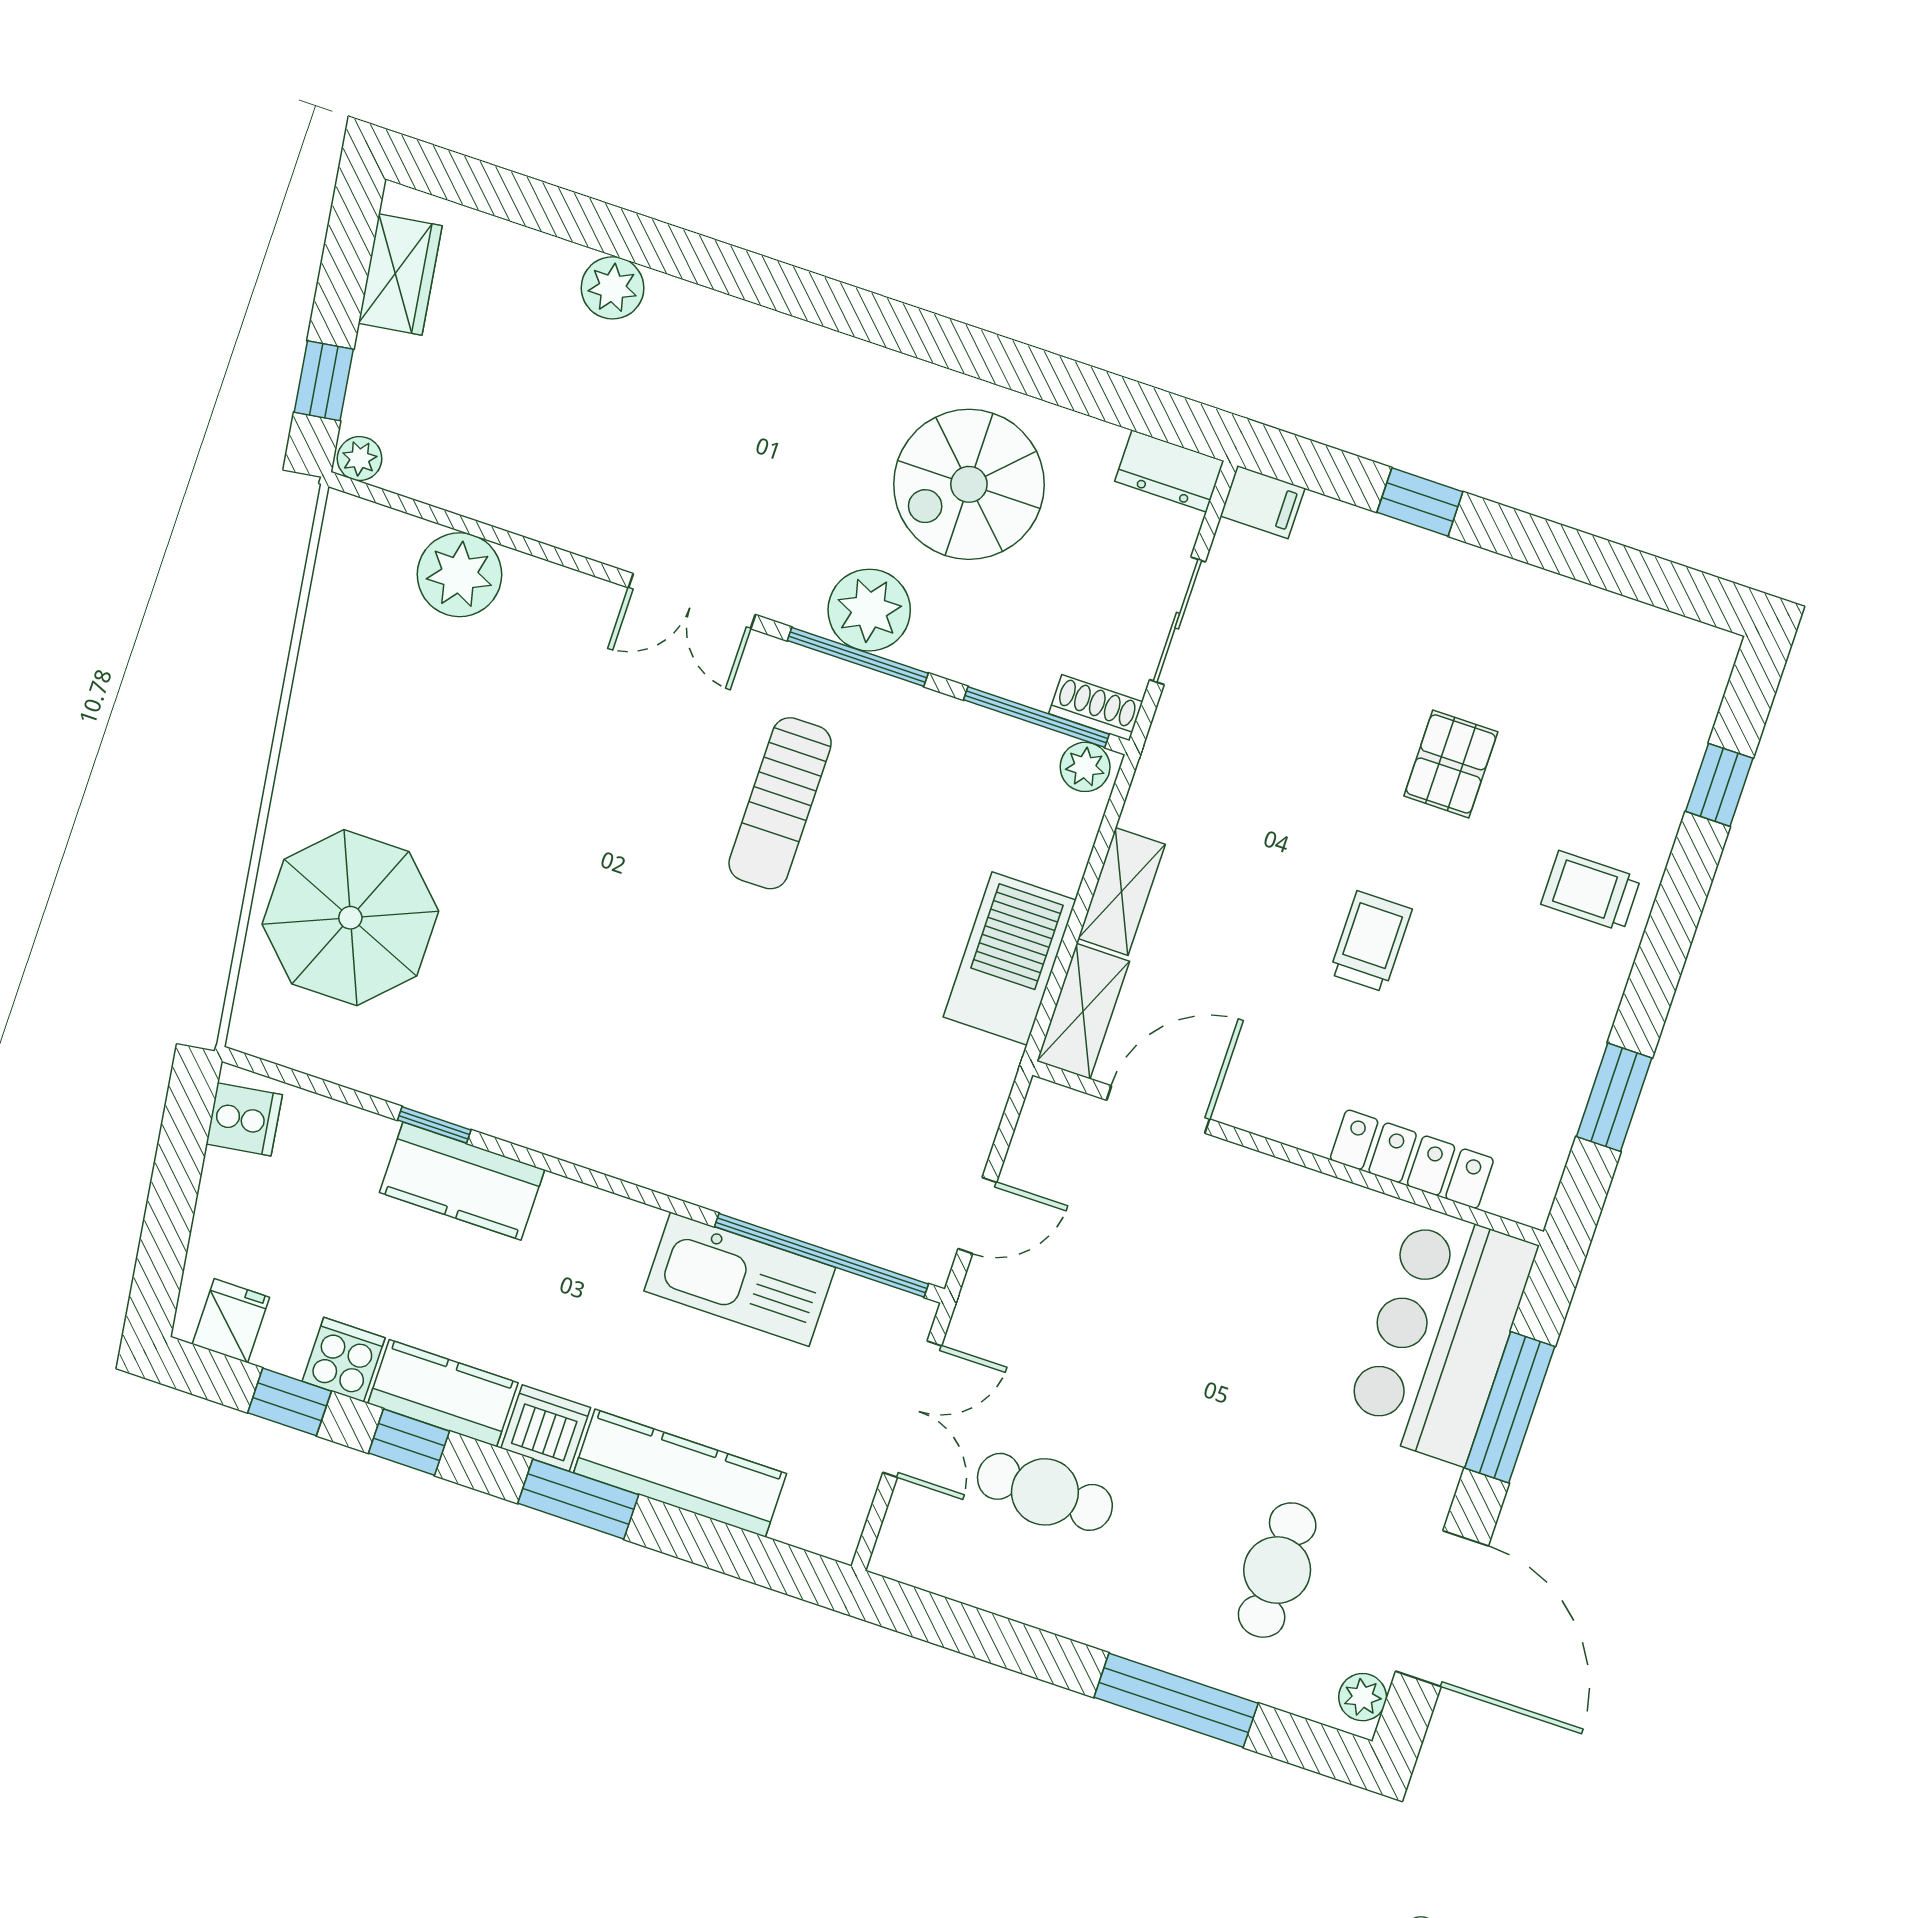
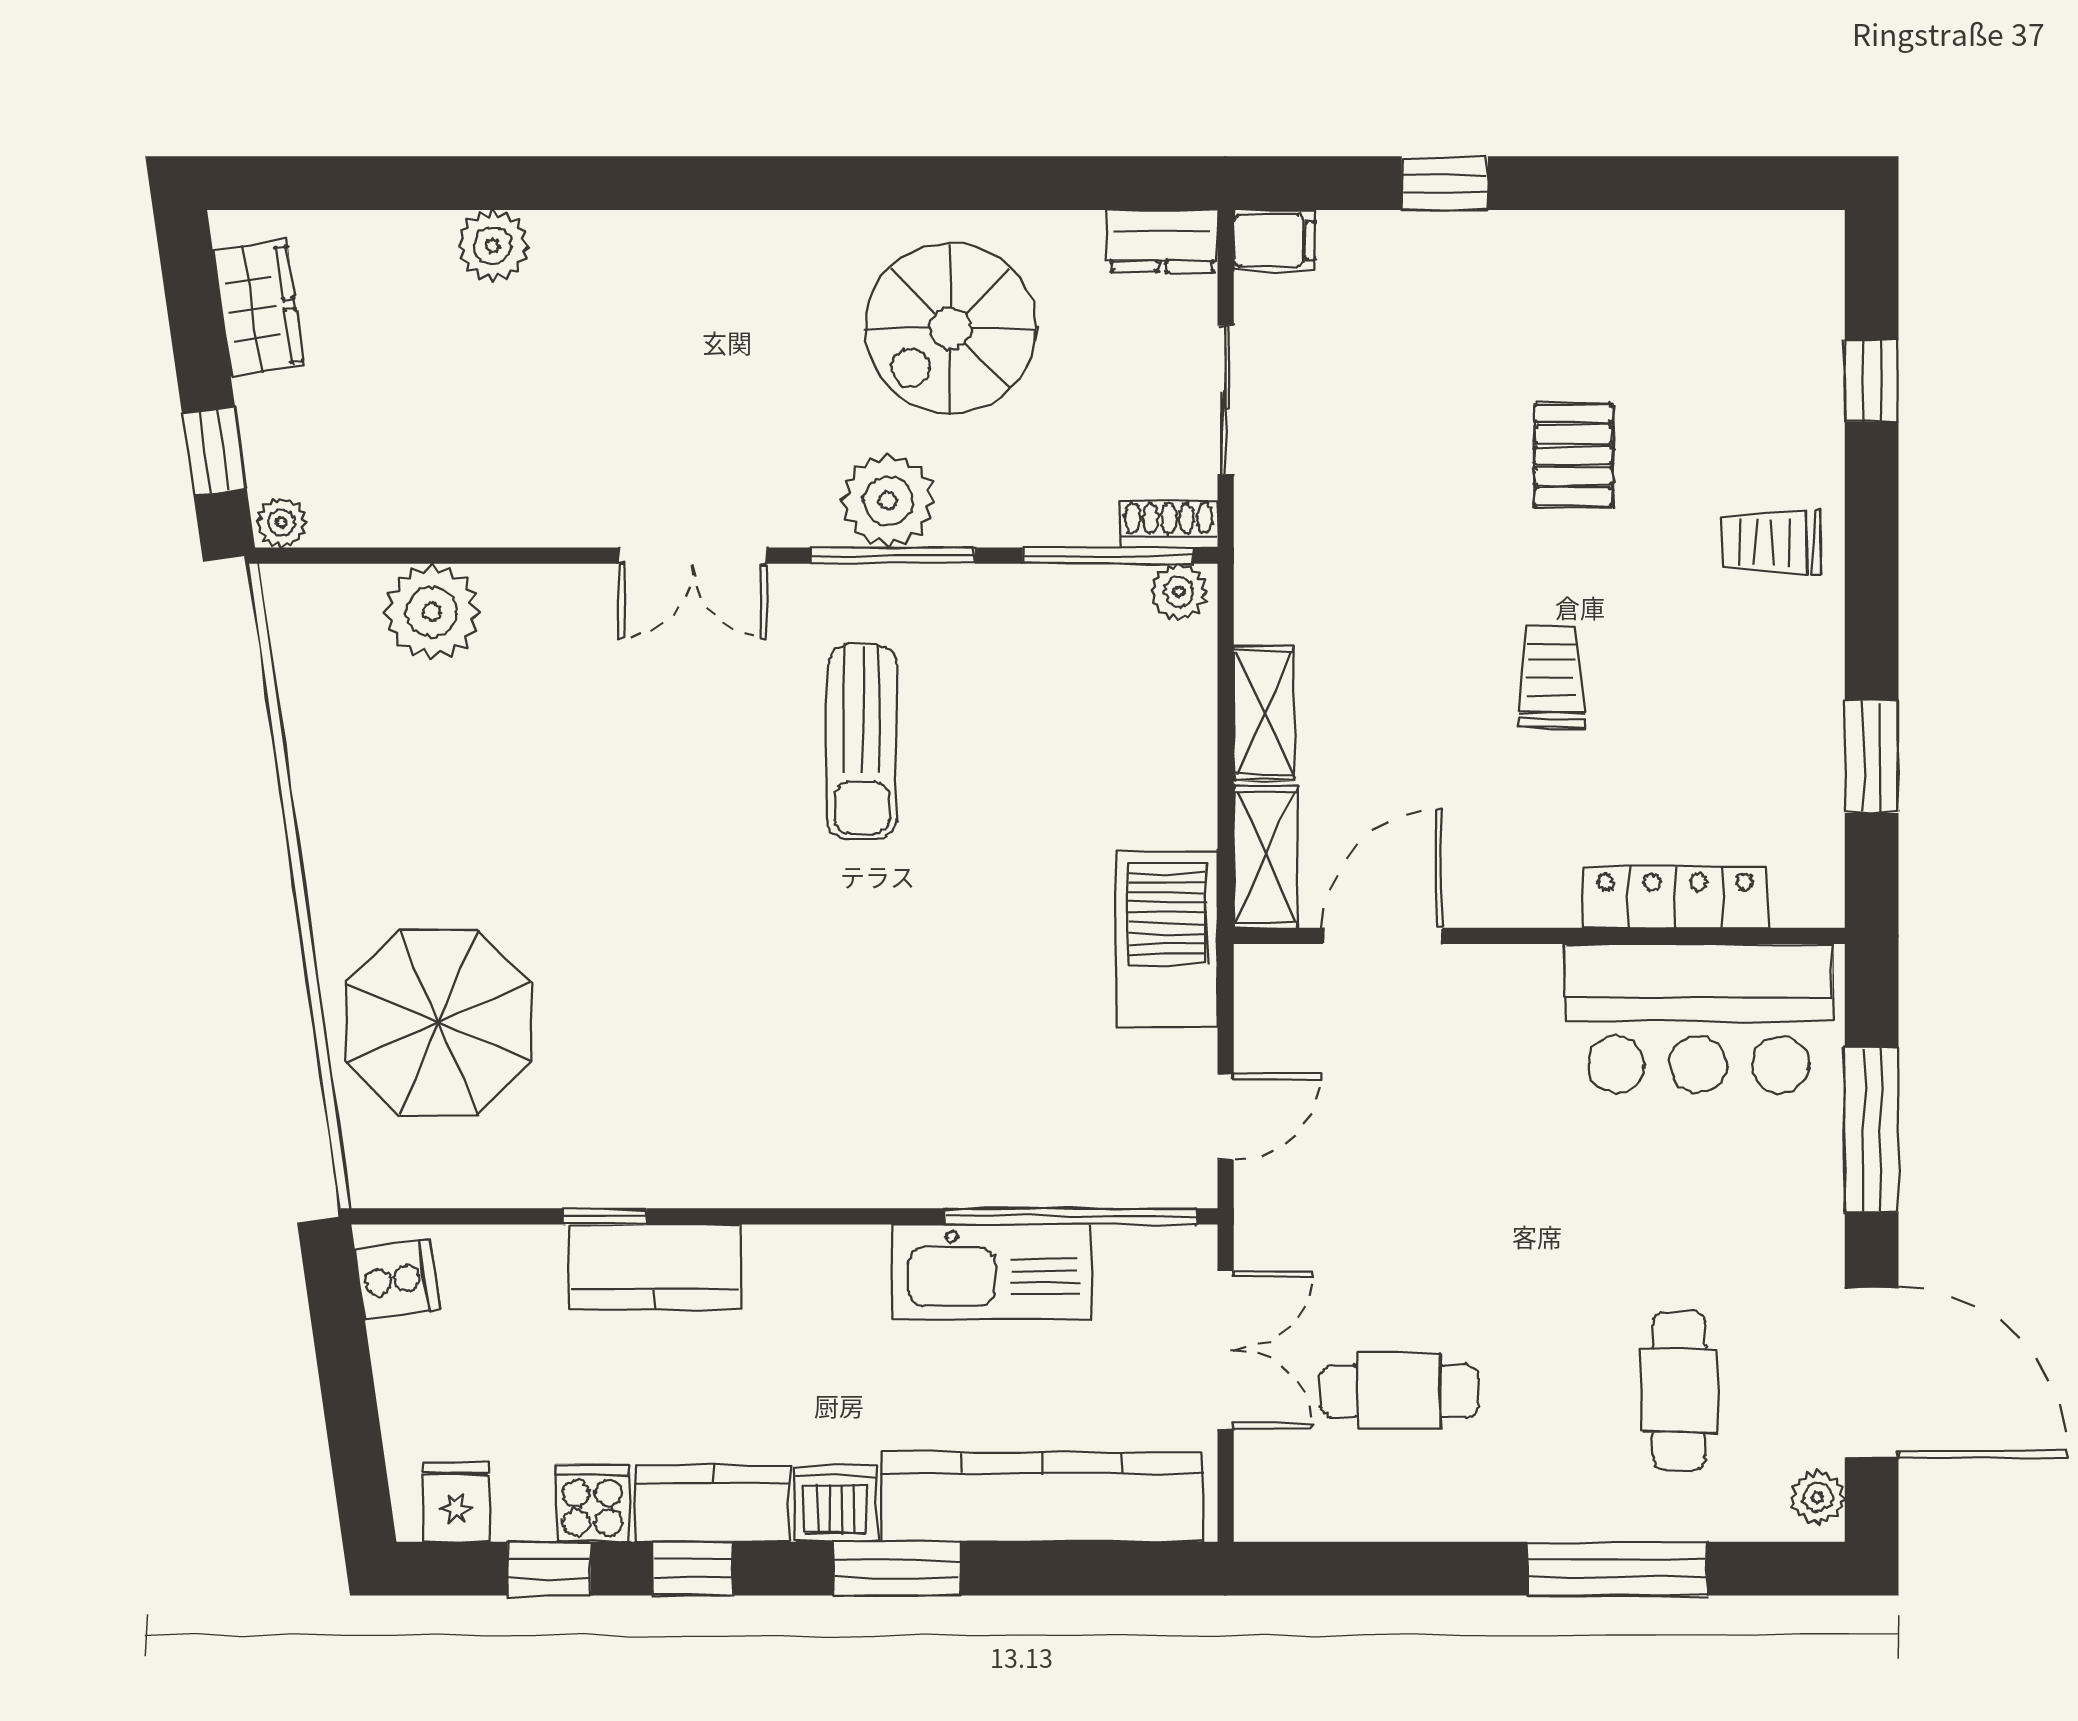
barbecue: (1010, 959) -> (1167, 939), moved
bar counter: (1440, 1336) -> (1698, 1018), moved, turned -90
kitchen counter: (680, 1473) -> (1043, 1497), width x1.39, depth x1.17

